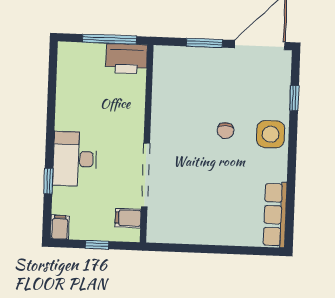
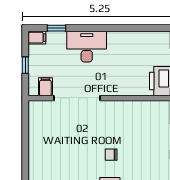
window: (48, 181) -> (56, 28), moved

